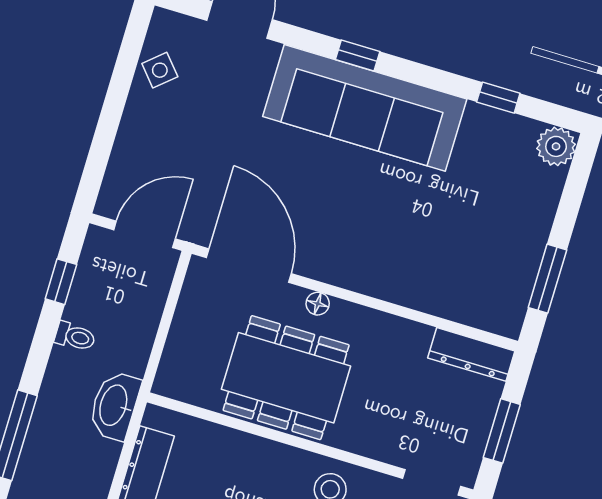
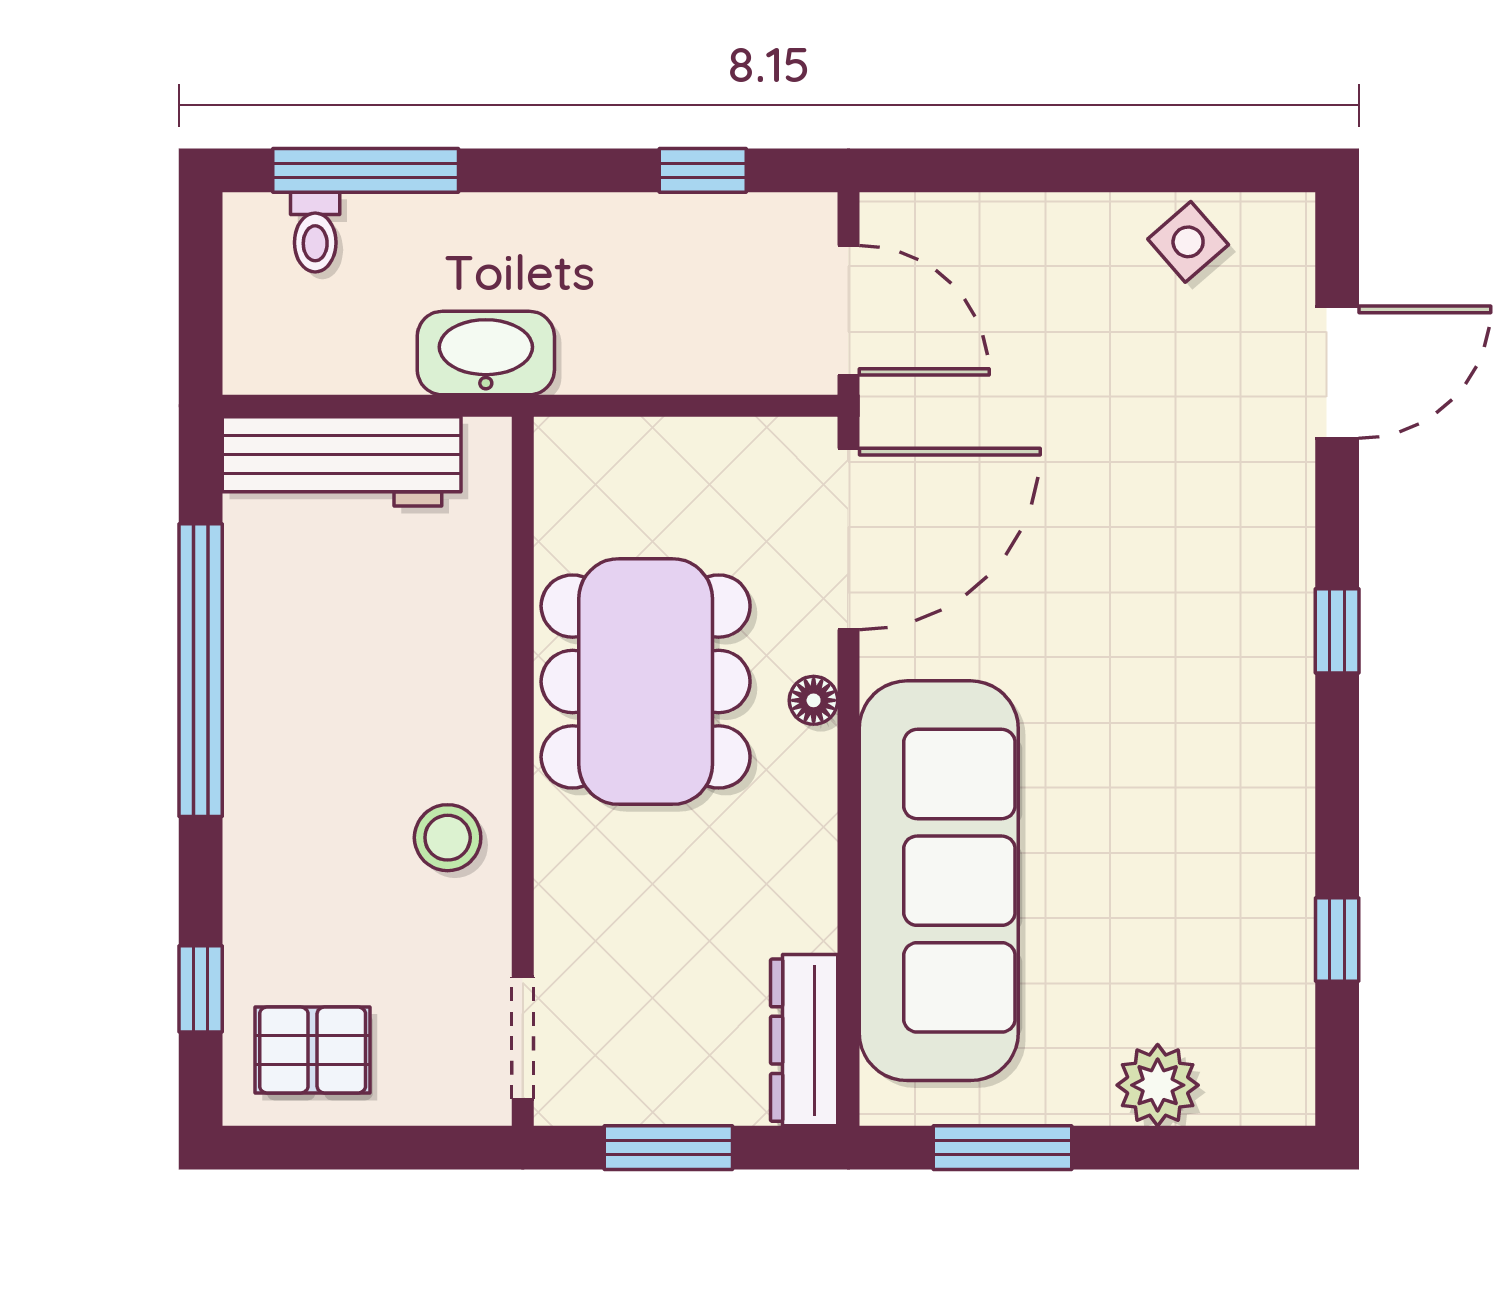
sofa: (365, 108) -> (939, 881), moved, turned 180
plant: (556, 146) -> (1158, 1085), moved
toilet: (75, 337) -> (315, 232), moved

